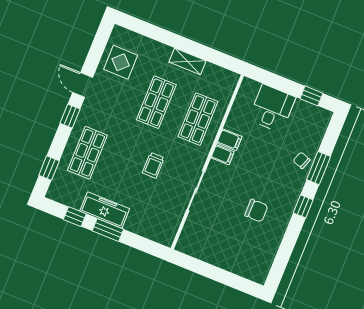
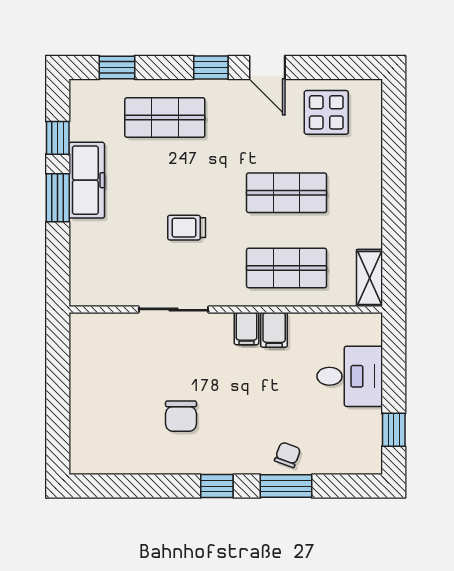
shelving: (188, 61) -> (369, 278), moved
door: (83, 85) -> (267, 67), swing flipped

